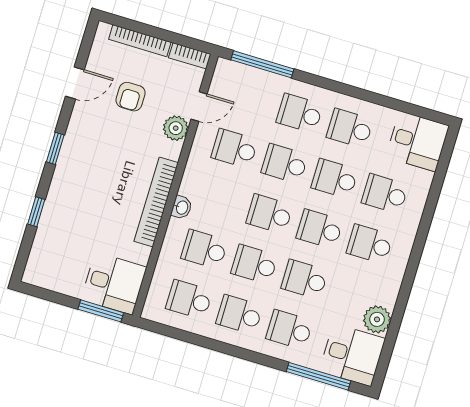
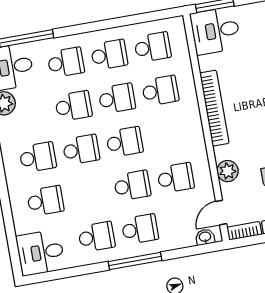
window: (262, 64) -> (135, 261), moved
door: (199, 107) -> (221, 213), moved
school desk: (335, 179) -> (89, 193), removed
washbasin: (182, 207) -> (205, 237), moved, turned 90

